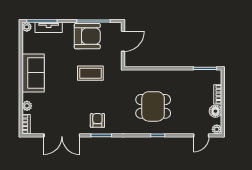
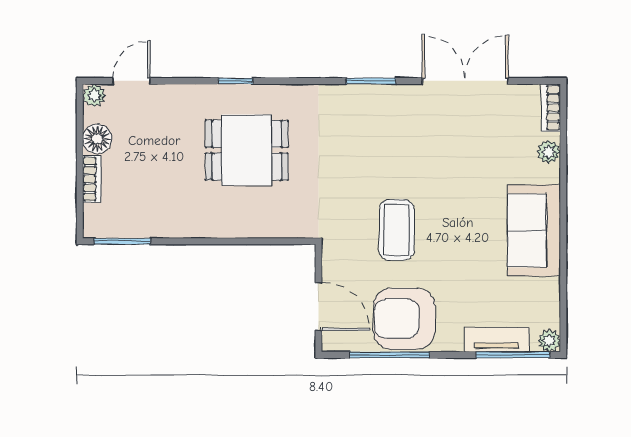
door: (123, 41) -> (319, 306), swing flipped
coffee table: (90, 73) -> (397, 230), turned 90
armchair: (97, 120) -> (380, 117), removed

